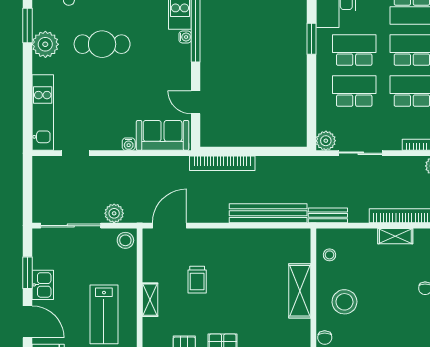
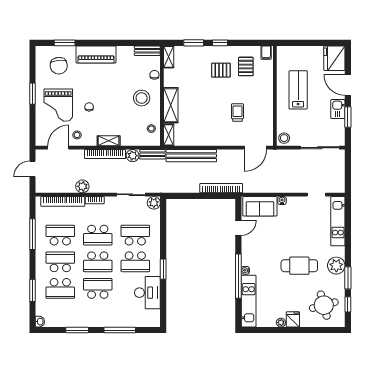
school desk: (354, 91) -> (135, 235), turned 180
door: (196, 102) -> (238, 228), hinge flipped
plant: (114, 213) -> (133, 156), moved
shelving: (150, 300) -> (169, 135), moved

